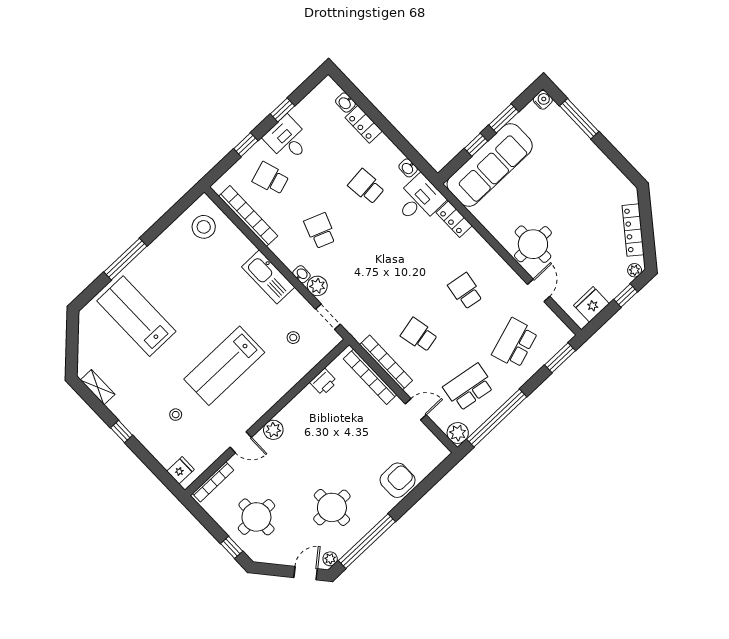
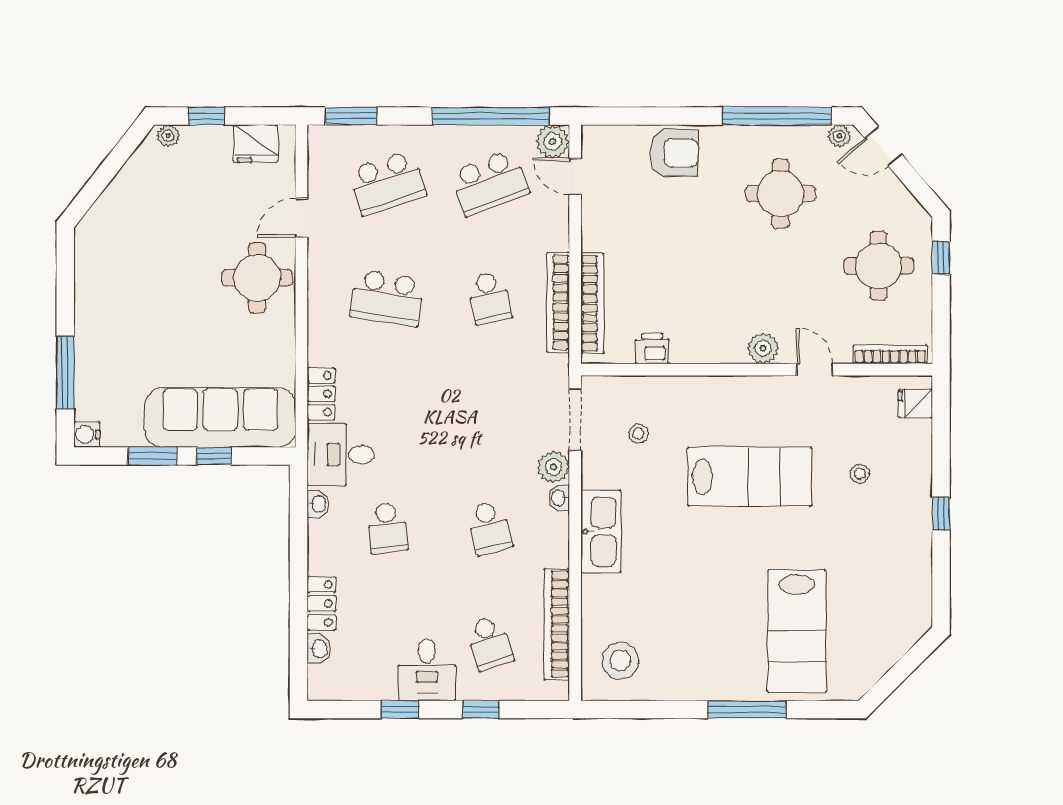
locker: (633, 230) -> (125, 184), removed
school desk: (320, 231) -> (489, 528), turned -36
school desk: (465, 291) -> (387, 298), width x1.85
doorway: (328, 317) -> (575, 420), width x1.38
shelving: (98, 387) -> (920, 591), removed
school desk: (469, 387) -> (489, 183), turned -30
door: (416, 409) -> (575, 177), moved
armchair: (398, 480) -> (674, 153), turned 180

